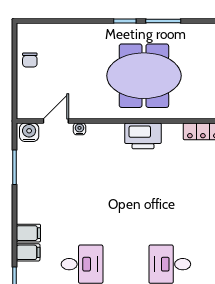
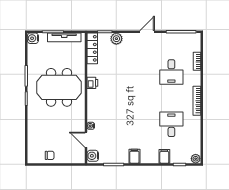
meeting table: (144, 76) -> (59, 87), turned 90
printer: (143, 136) -> (92, 83), width x0.53, depth x0.68
filing cabinet: (28, 233) -> (134, 156), moved

